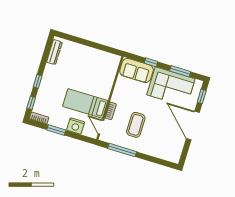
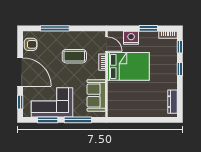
window: (151, 62) -> (78, 120), width x2.17
sofa: (136, 70) -> (96, 95), moved, turned -90
bed: (85, 104) -> (128, 66), width x1.50
coffee table: (136, 125) -> (74, 56), turned 90
armchair: (175, 149) -> (31, 44), added
window: (122, 150) -> (55, 28), moved

